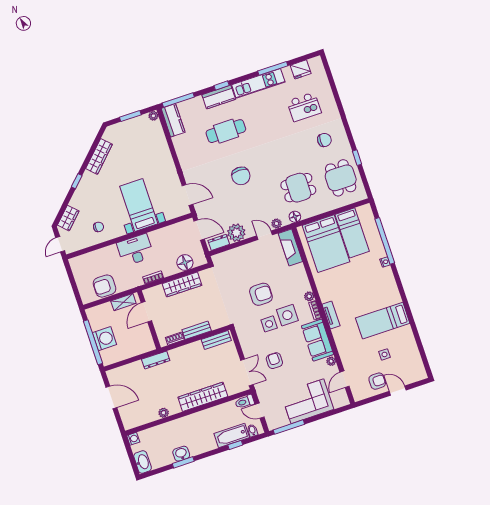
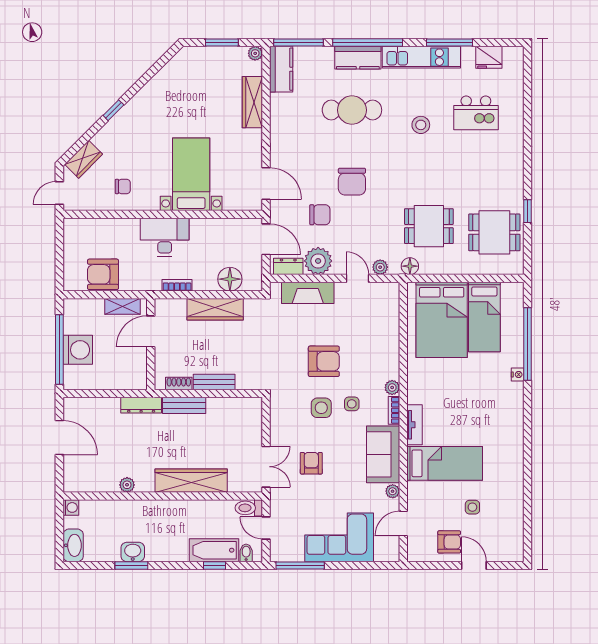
window: (222, 85) -> (368, 42), width x3.17
stool: (272, 126) -> (421, 125), added
chair: (324, 140) -> (320, 215), moved
wardrobe: (99, 156) -> (252, 102), moved, turned 135
dining table: (341, 178) -> (494, 232), turned 90
fireplace: (290, 247) -> (308, 293), moved, turned -90
side table: (287, 315) -> (352, 404), width x0.54, depth x0.54
bed: (383, 321) -> (445, 463), moved, turned 180
bench: (216, 340) -> (184, 405), moved

